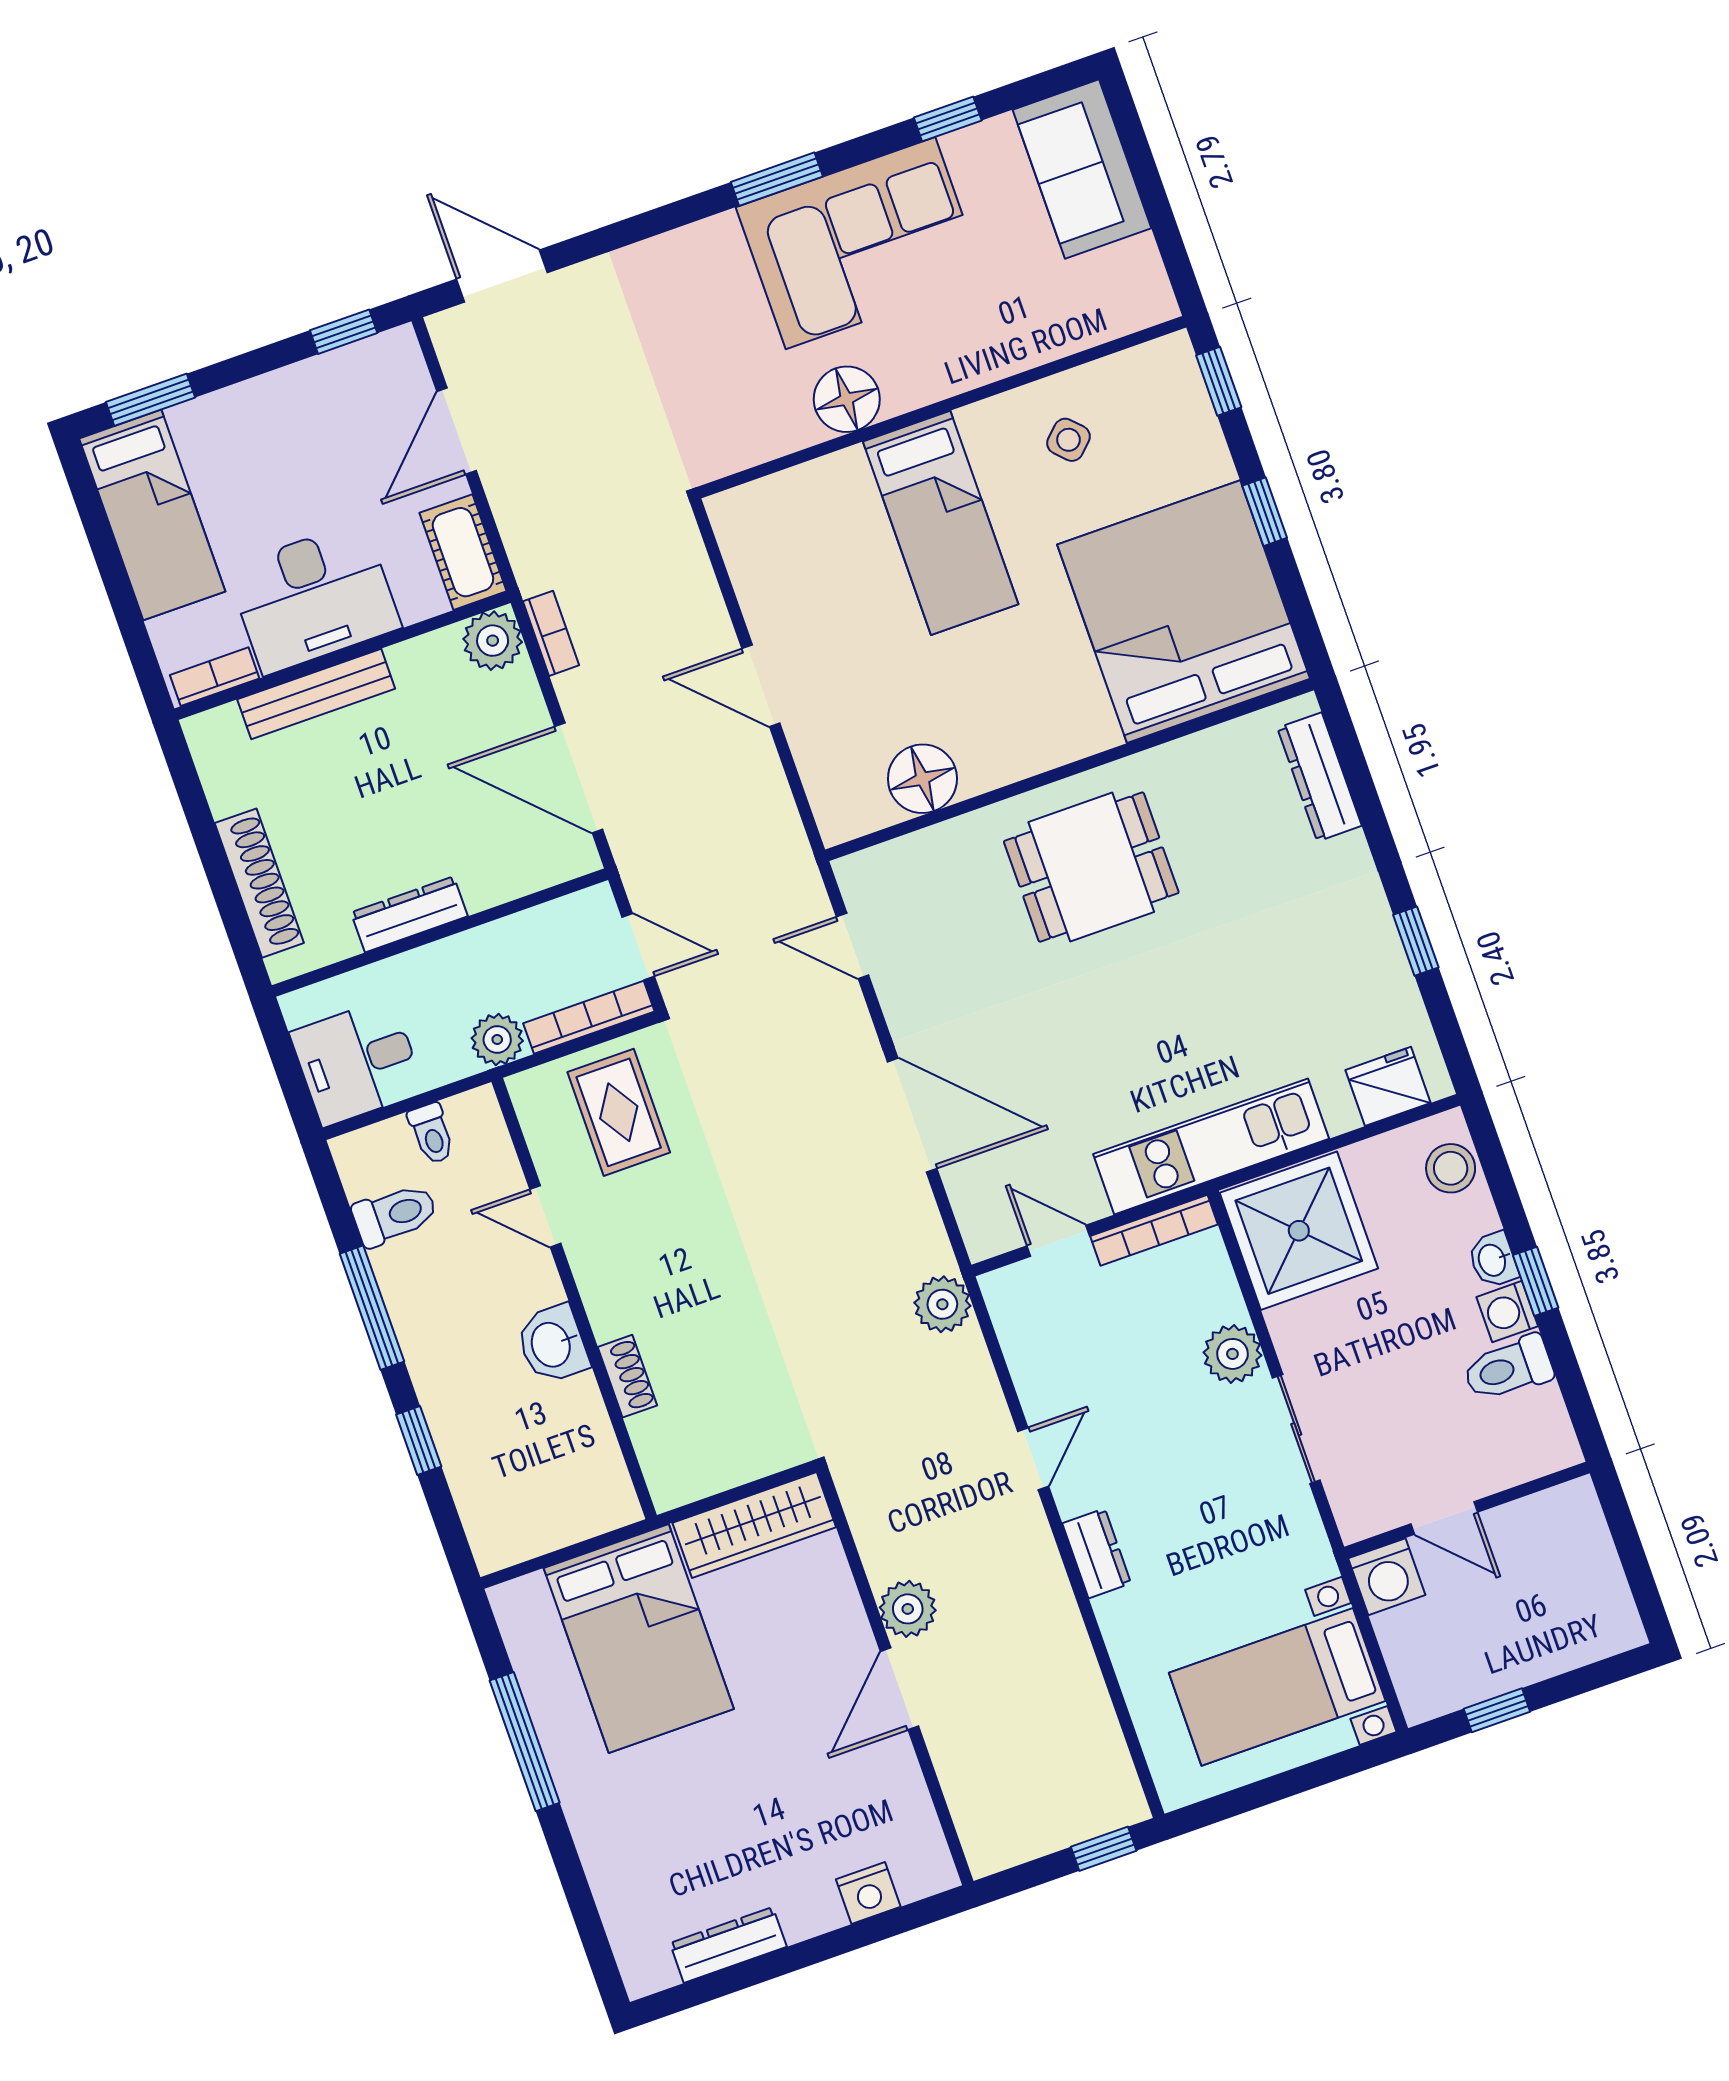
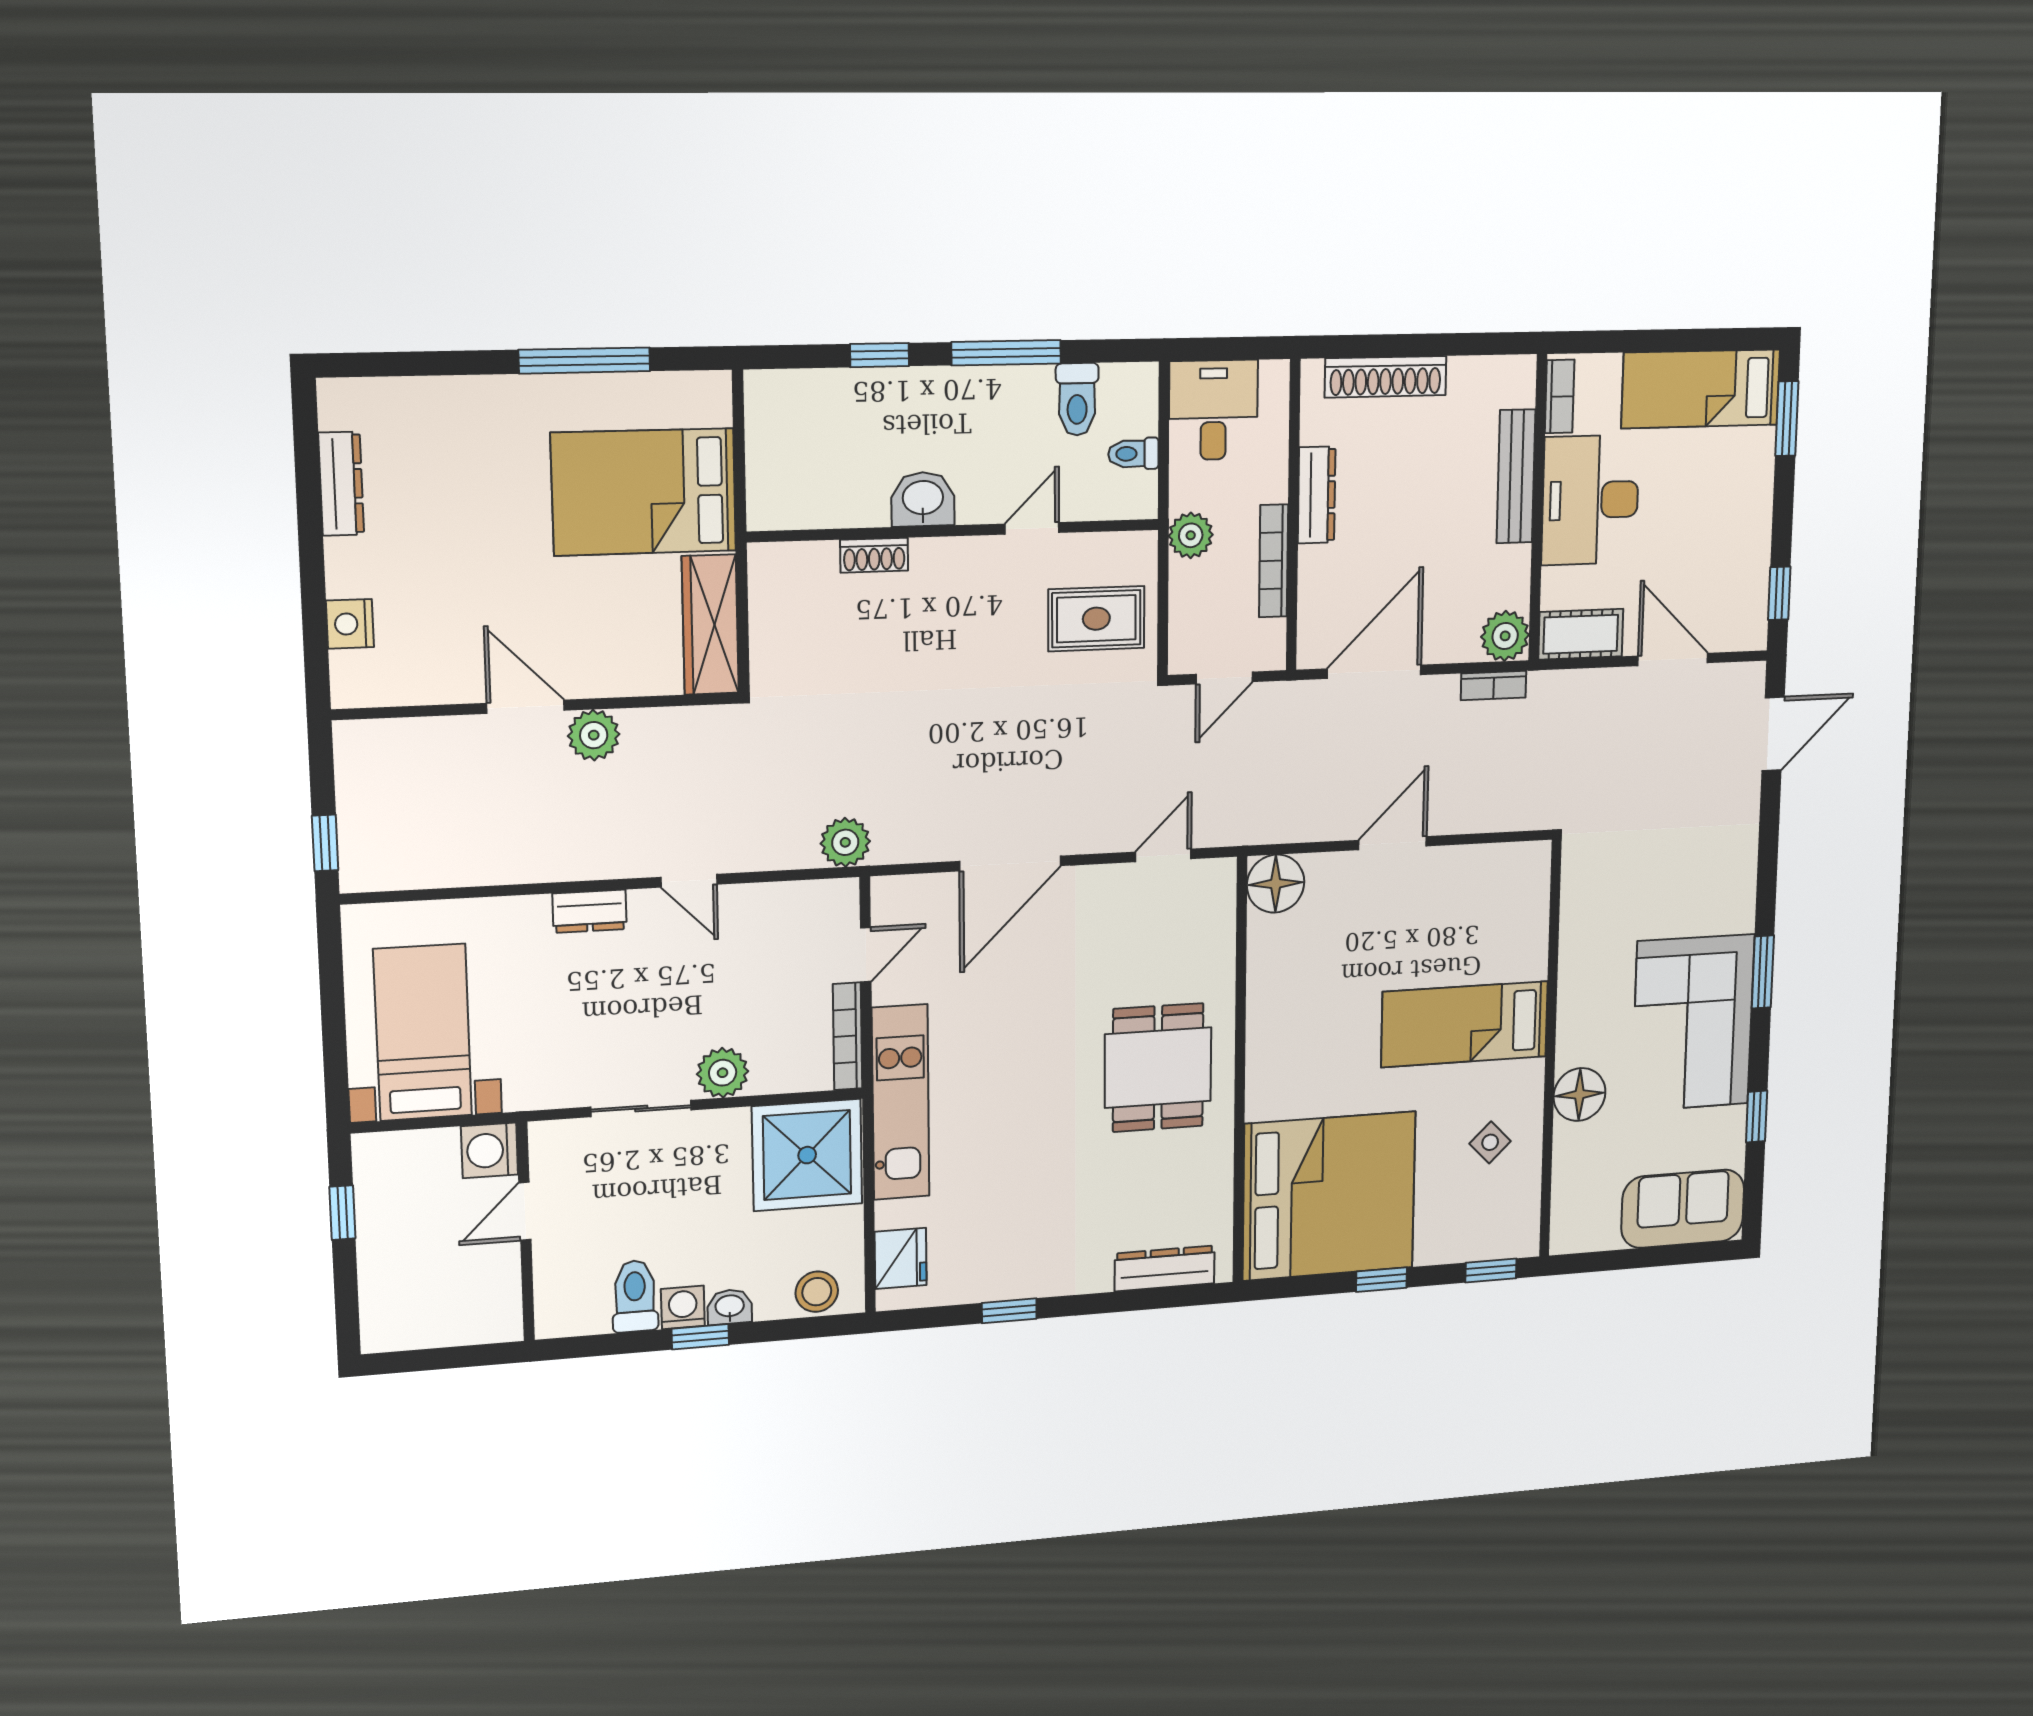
floor lamp: (847, 399) -> (1579, 1094), moved
floor lamp: (922, 779) -> (1276, 884), moved
bookcase: (589, 1017) -> (1274, 561), moved, turned 180

